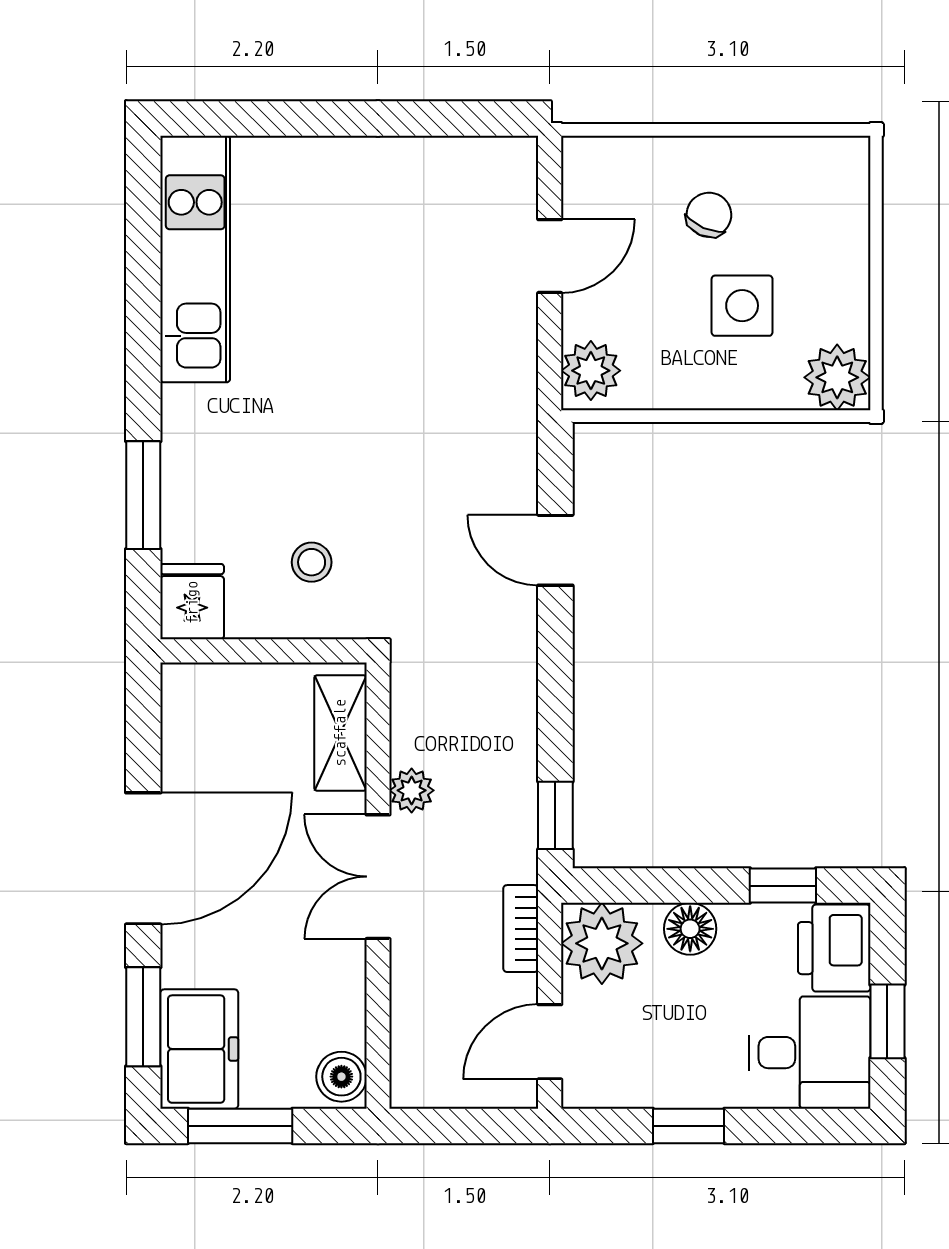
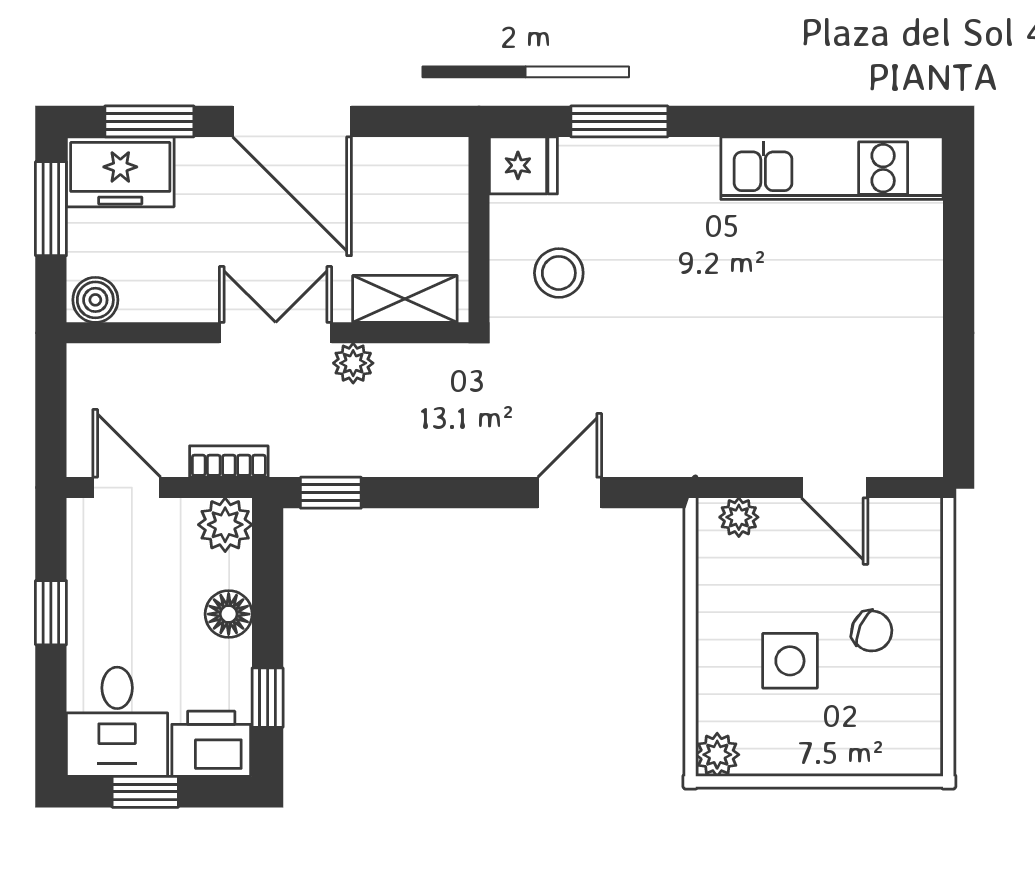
plant: (591, 371) -> (739, 517), width x0.73, depth x0.73
plant: (837, 377) -> (717, 755), width x0.73, depth x0.73
stool: (312, 562) -> (559, 273), width x1.37, depth x1.37
plant: (602, 943) -> (225, 525), width x0.73, depth x0.73

